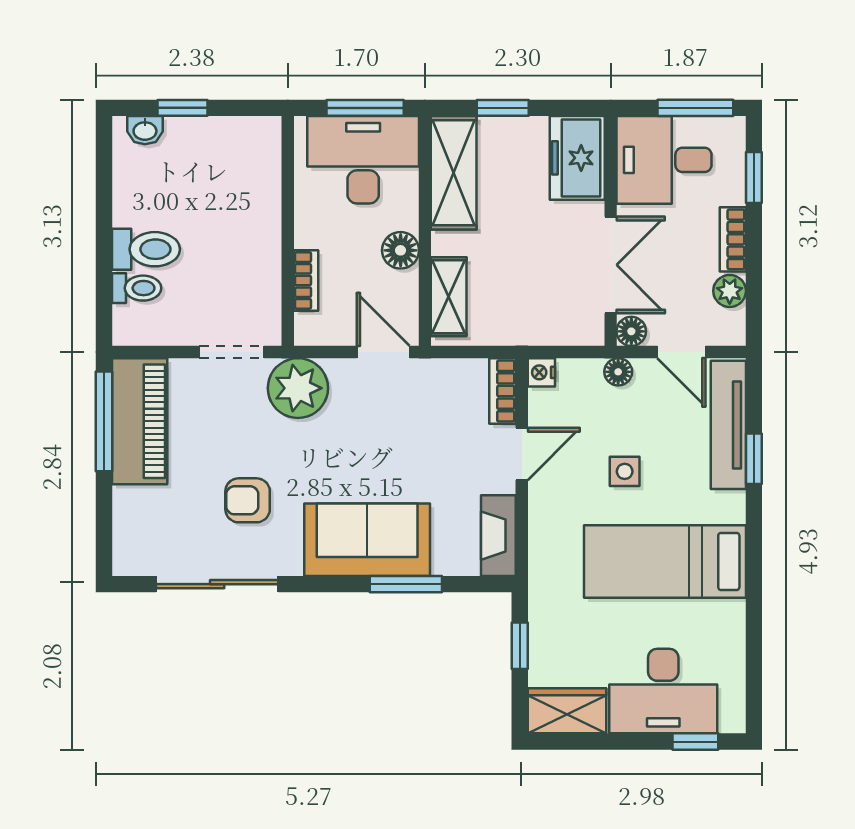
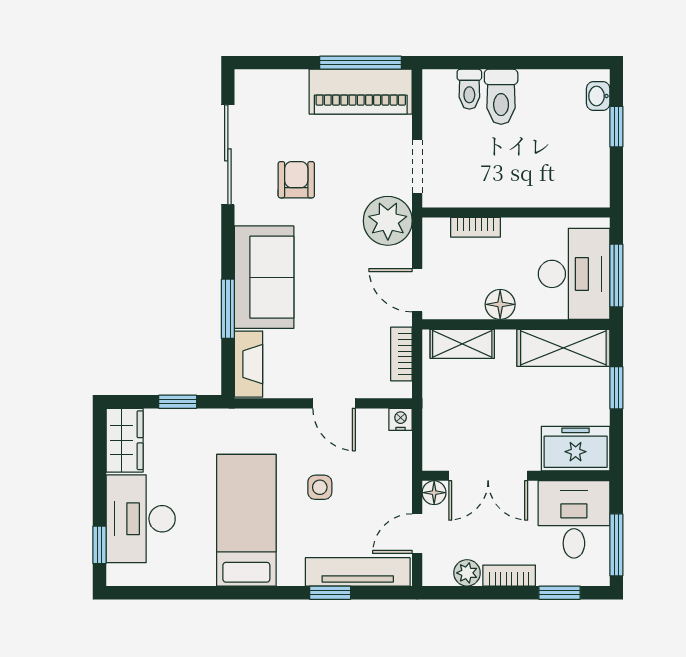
door: (383, 352) -> (417, 290), swing flipped
floor lamp: (618, 372) -> (401, 482), removed
bookcase: (503, 391) -> (401, 354), moved, turned -90
fireplace: (498, 536) -> (249, 364), moved, turned 90

